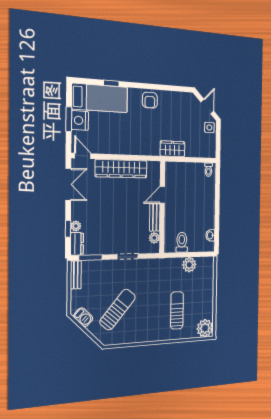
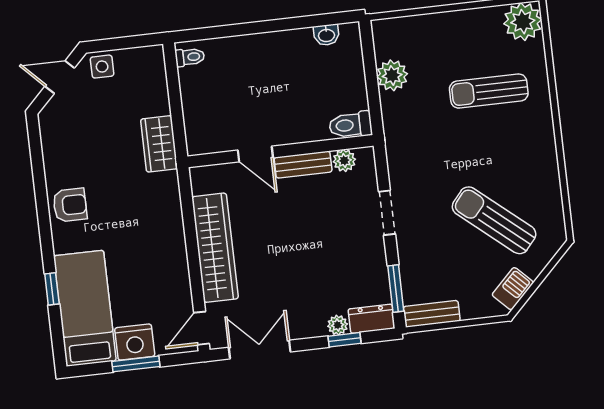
toilet: (182, 242) -> (350, 125), moved

